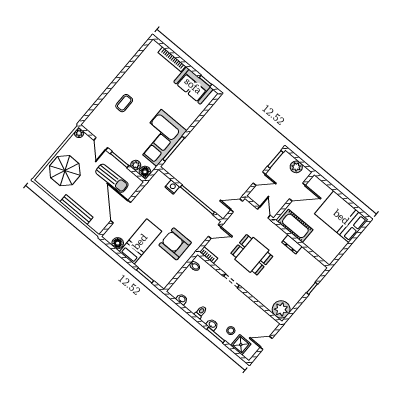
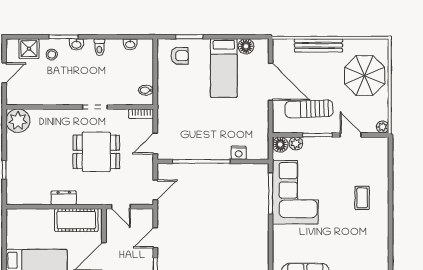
armchair: (175, 244) -> (180, 56), moved, width x0.53, depth x0.53

